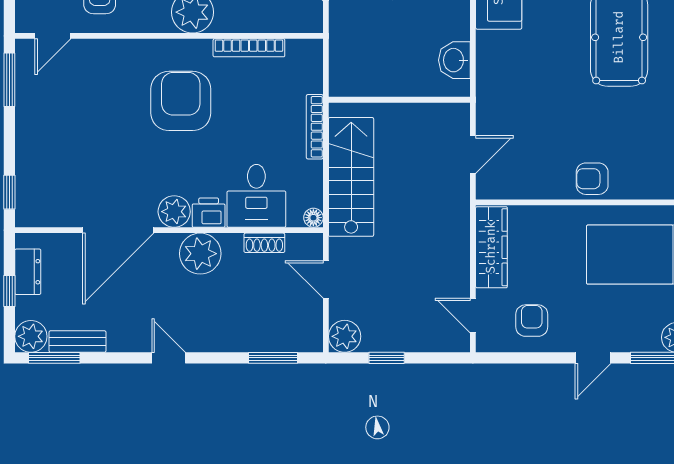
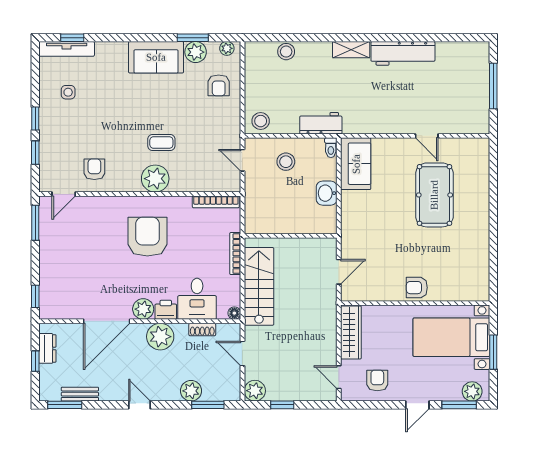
bookcase: (249, 48) -> (216, 202), moved
washbasin: (454, 60) -> (327, 193), moved
plant: (31, 336) -> (191, 391), moved

